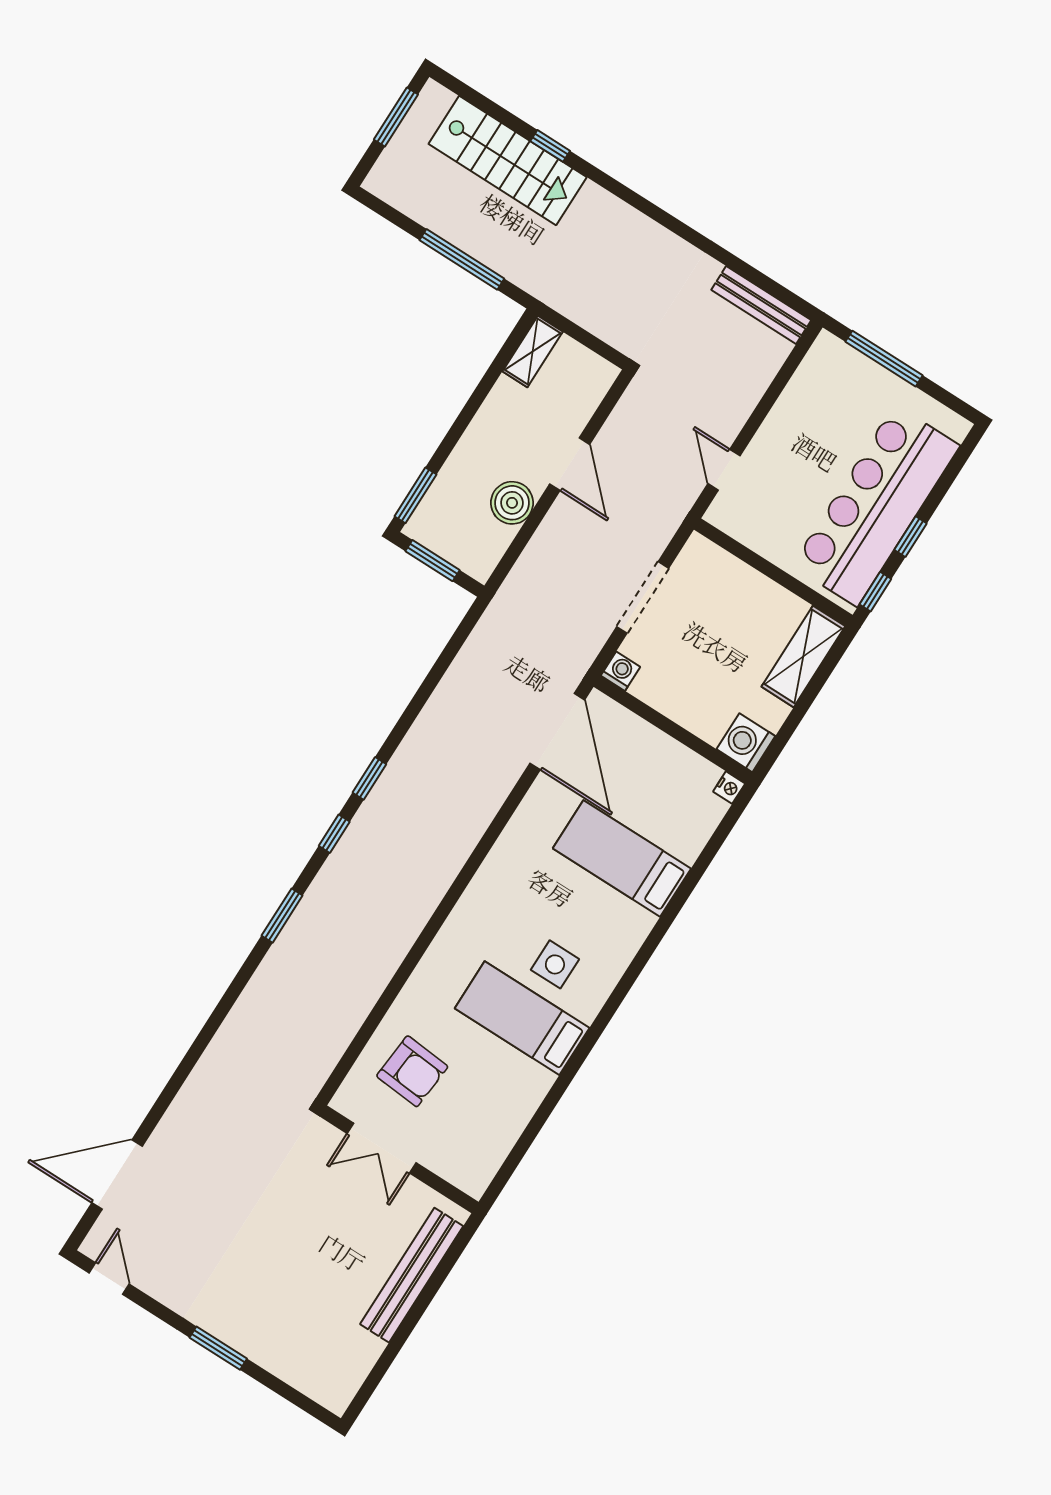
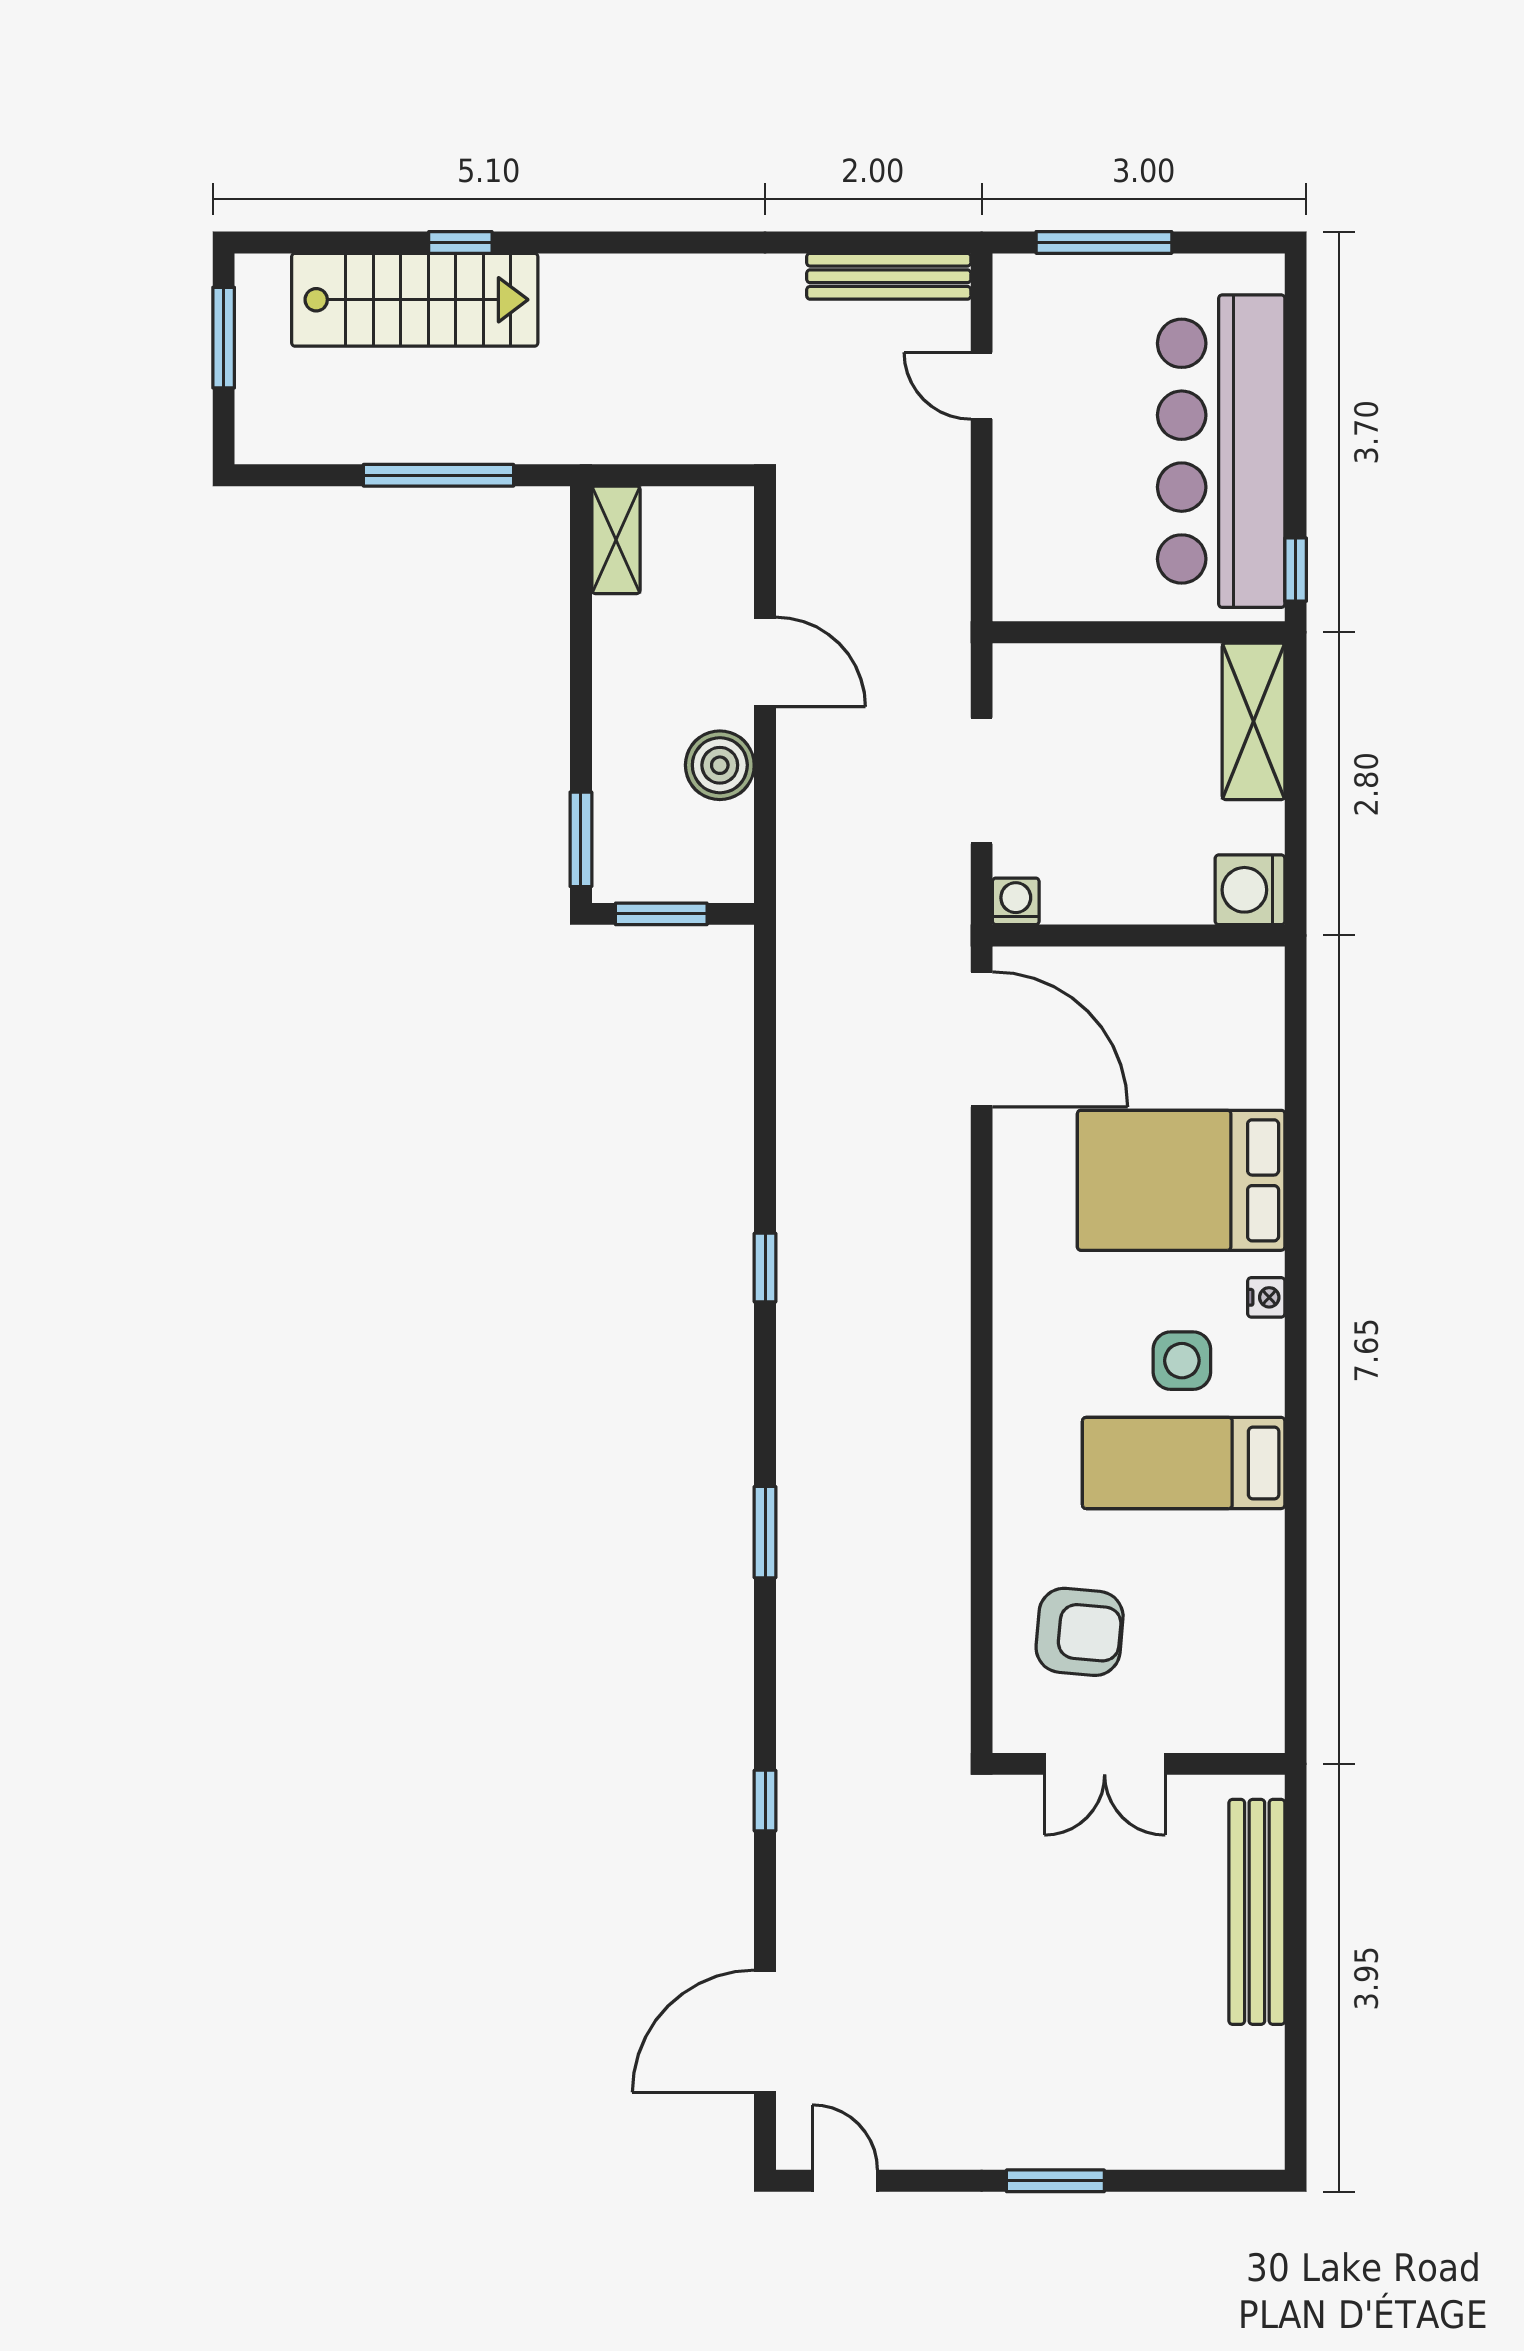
door: (724, 470) -> (982, 386), moved
window: (910, 537) -> (1296, 464), removed
nightstand: (729, 788) -> (1266, 1297), moved
window: (334, 834) -> (765, 1801), moved
bed: (622, 859) -> (1181, 1180), width x1.50

